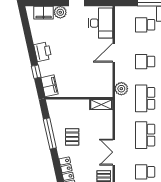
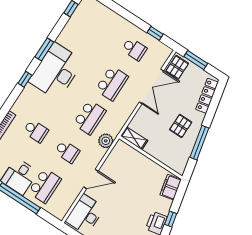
school desk: (145, 25) -> (45, 186), width x1.85
window: (36, 72) -> (171, 219), moved
double door: (114, 152) -> (151, 86), width x1.37

